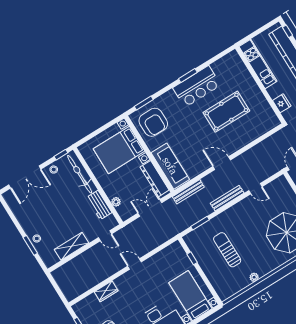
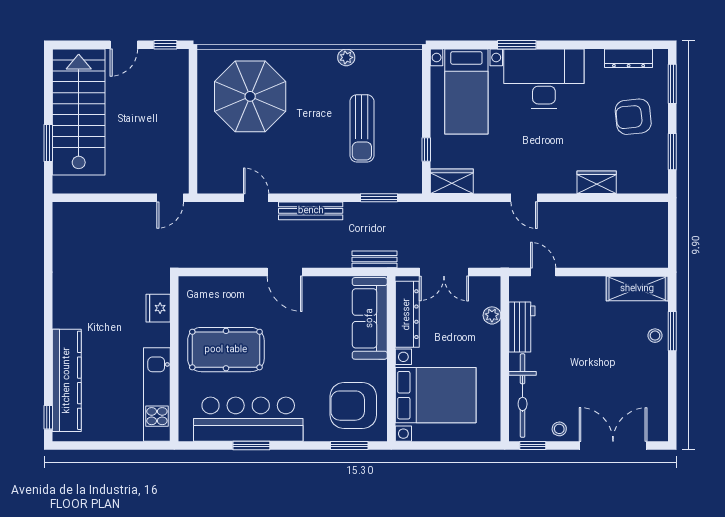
kitchen unit: (258, 64) -> (157, 395), moved
wall: (260, 85) -> (174, 359), moved
bar counter: (197, 87) -> (248, 419), width x1.36
fridge: (282, 103) -> (158, 308), moved
armchair: (153, 122) -> (353, 406), turned -90
bench: (188, 192) -> (375, 259), width x0.73
shelving: (72, 246) -> (637, 289), moved
wardrobe: (172, 251) -> (452, 181), added

